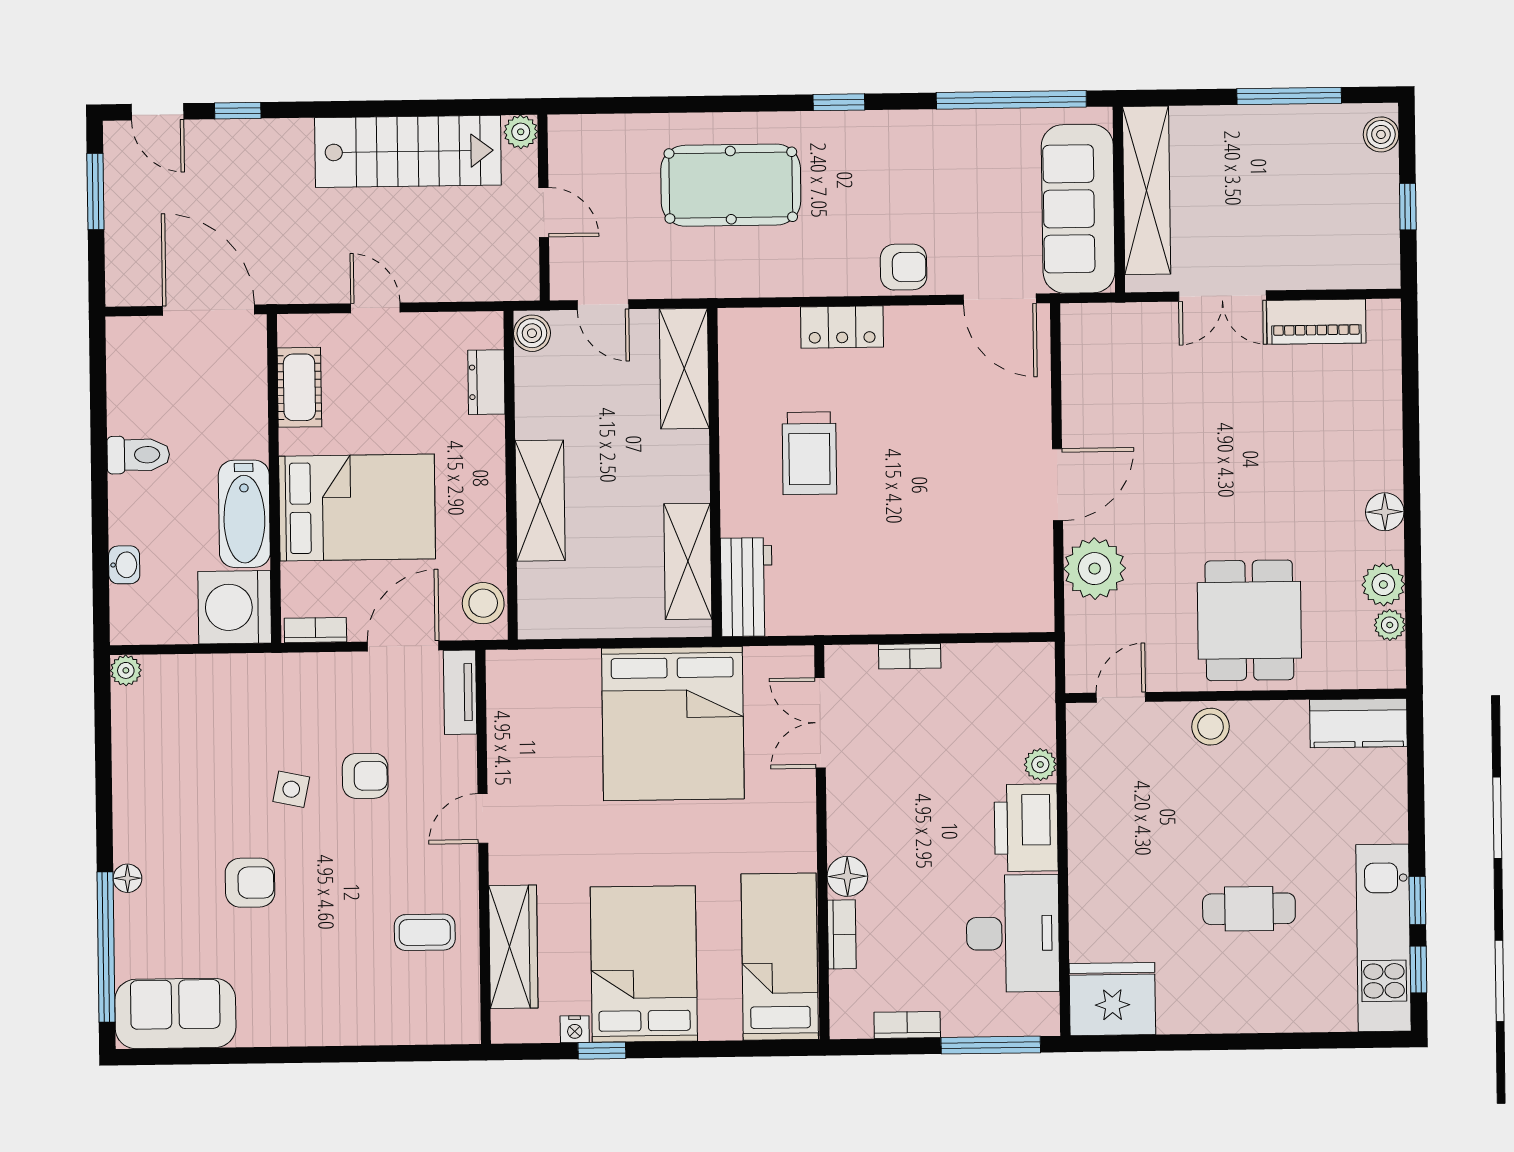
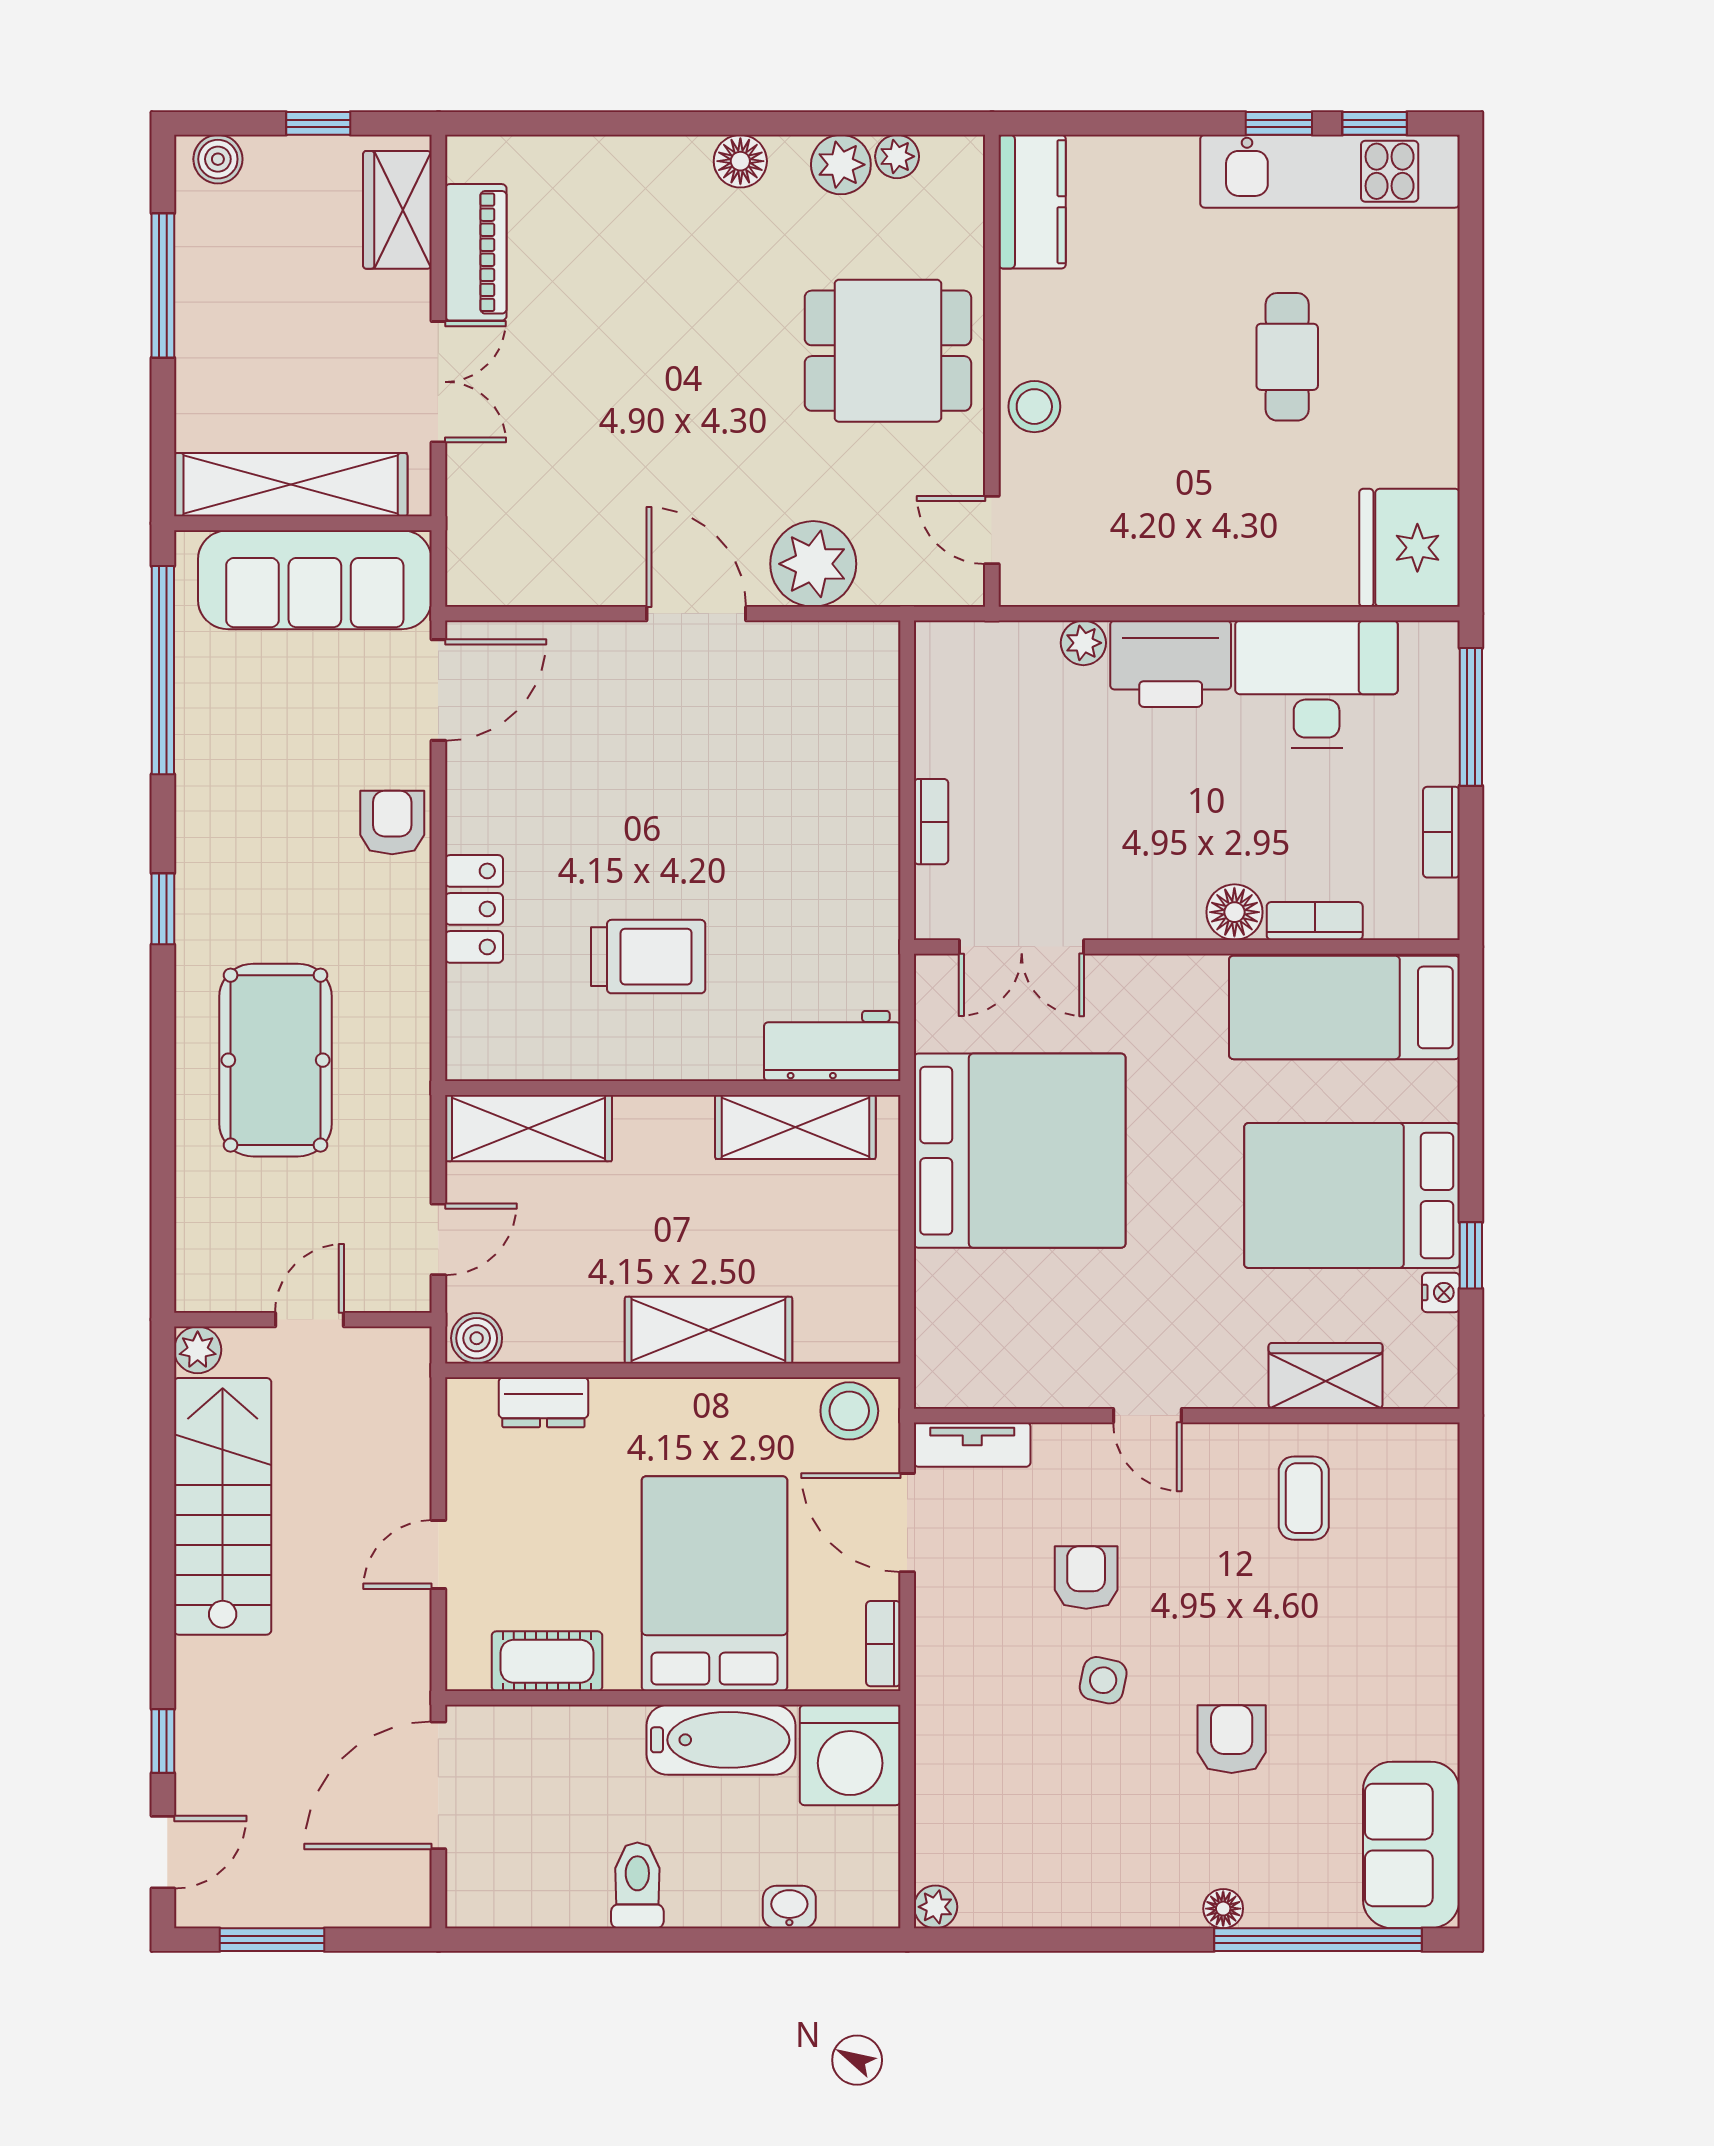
wardrobe: (1346, 265) -> (397, 210), added
wardrobe: (513, 947) -> (1326, 1376), width x0.67

